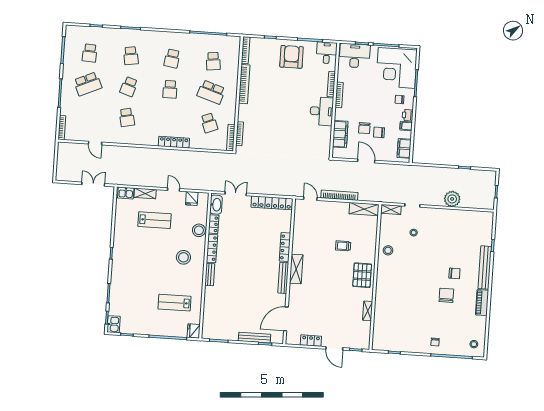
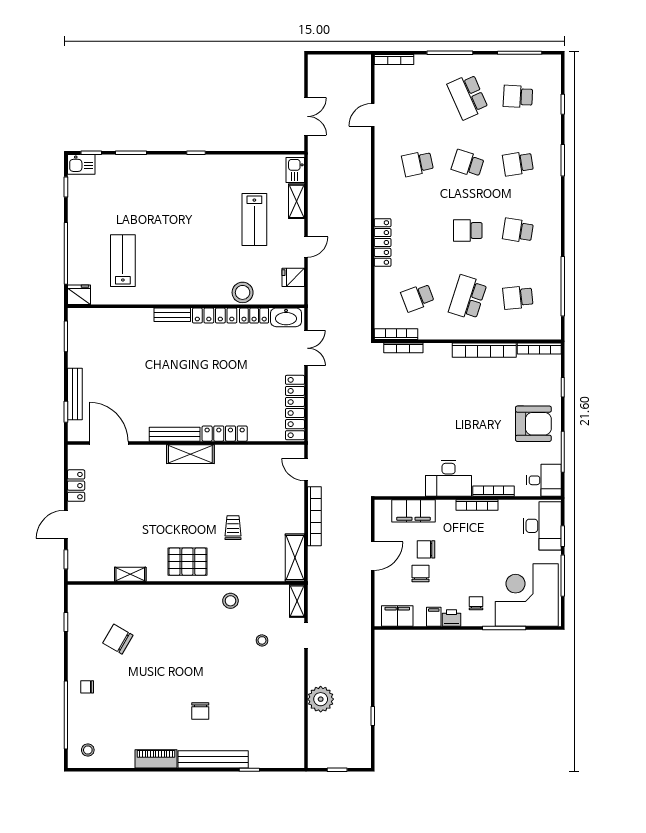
door: (310, 199) -> (306, 470), swing flipped
stool: (183, 257) -> (197, 270), removed
chair: (446, 295) -> (118, 639), moved, turned -150

